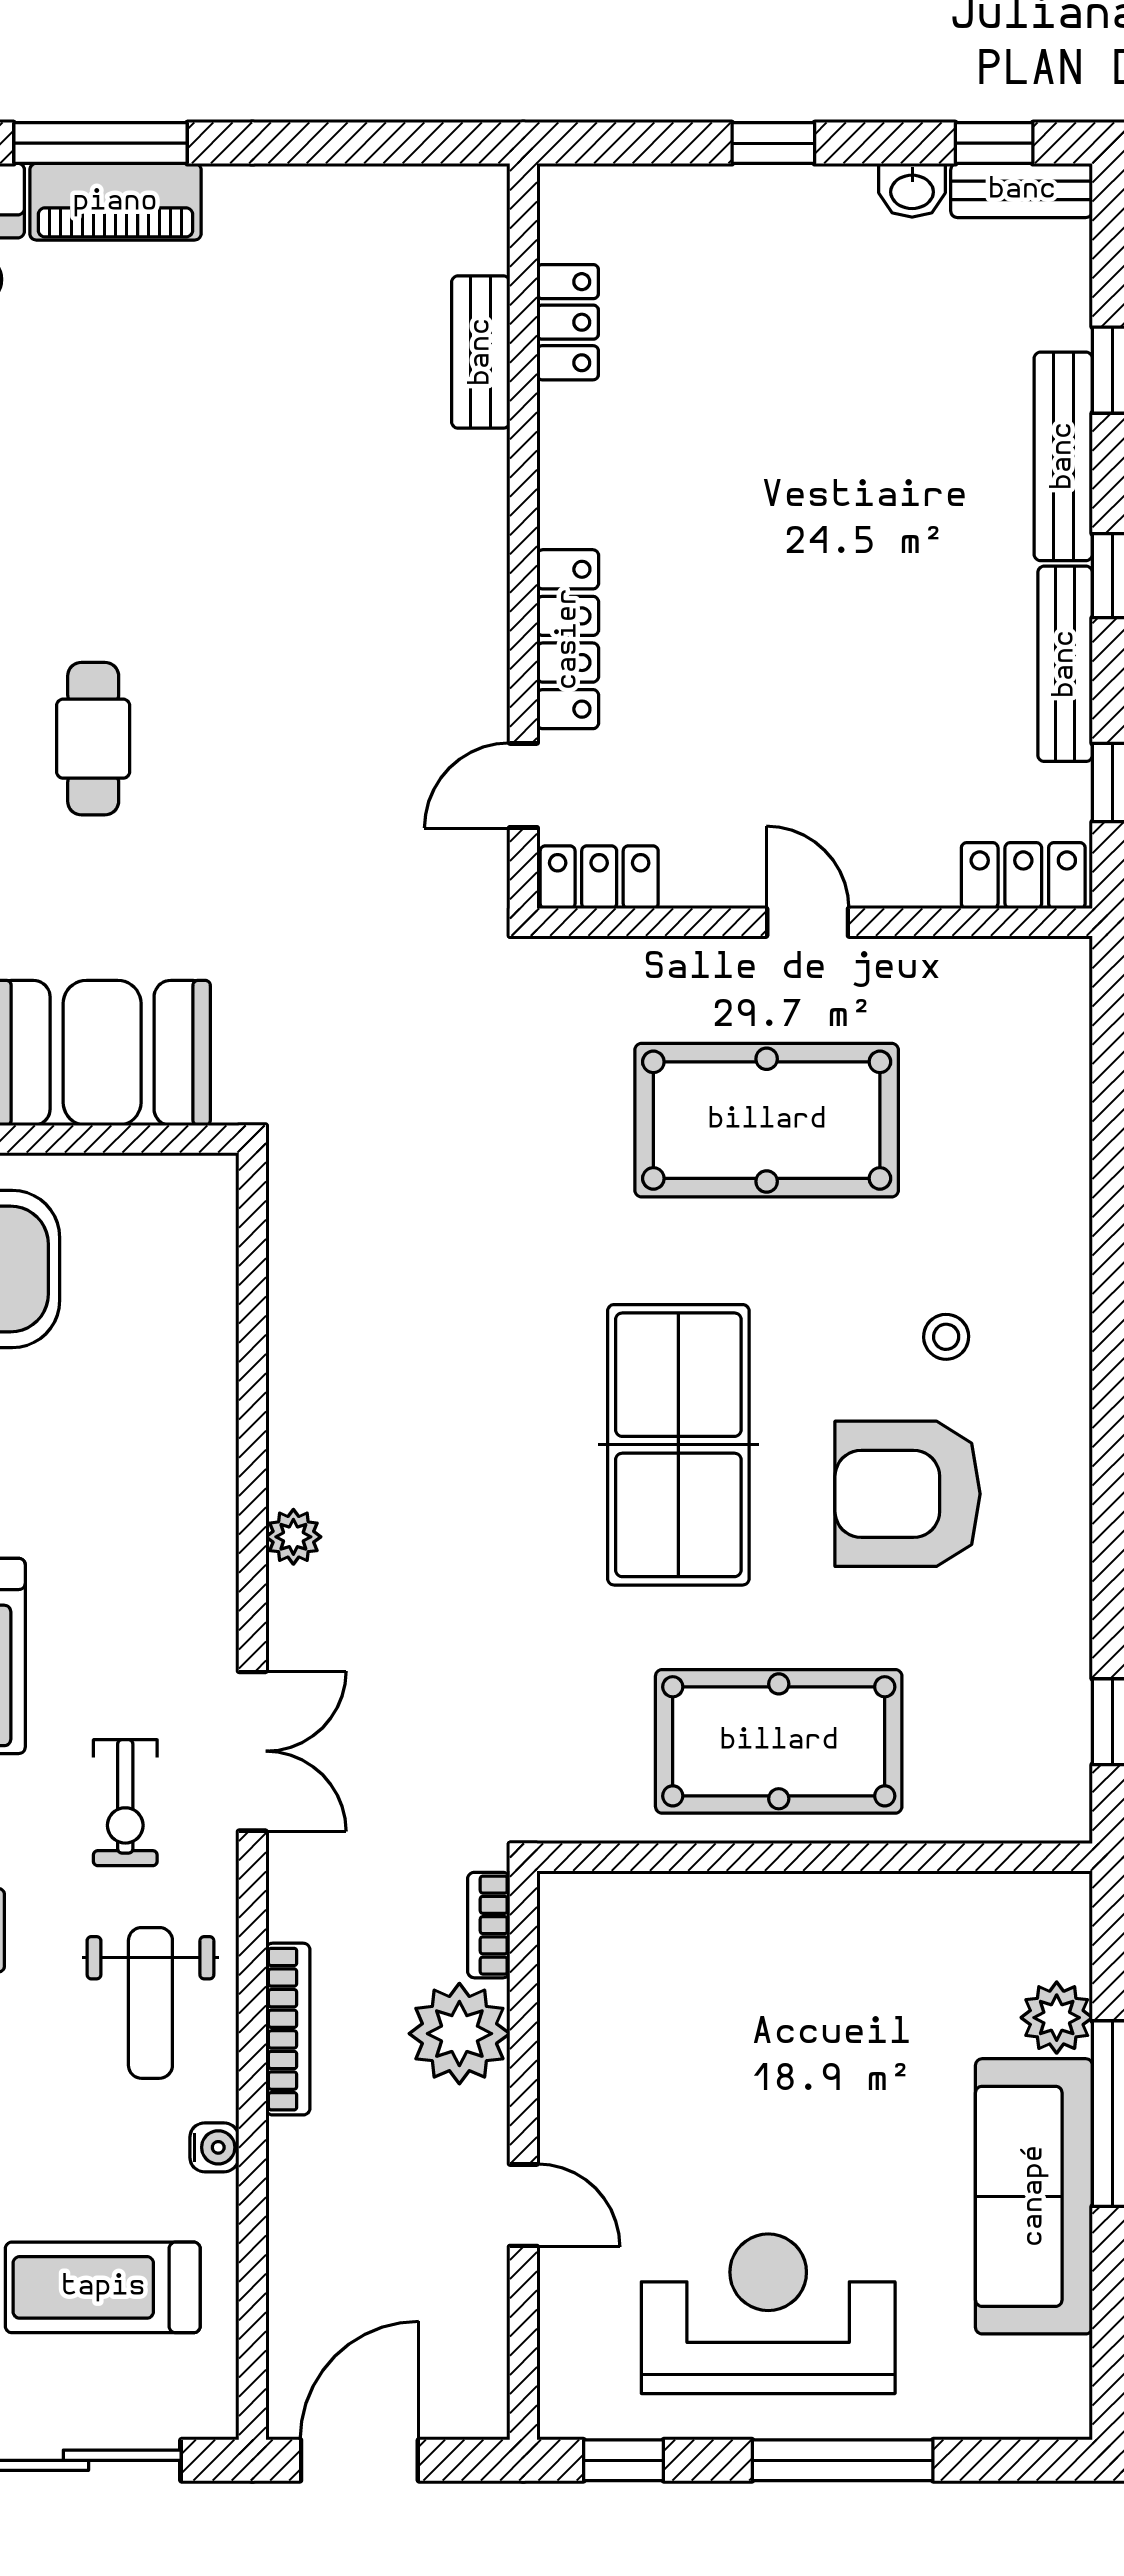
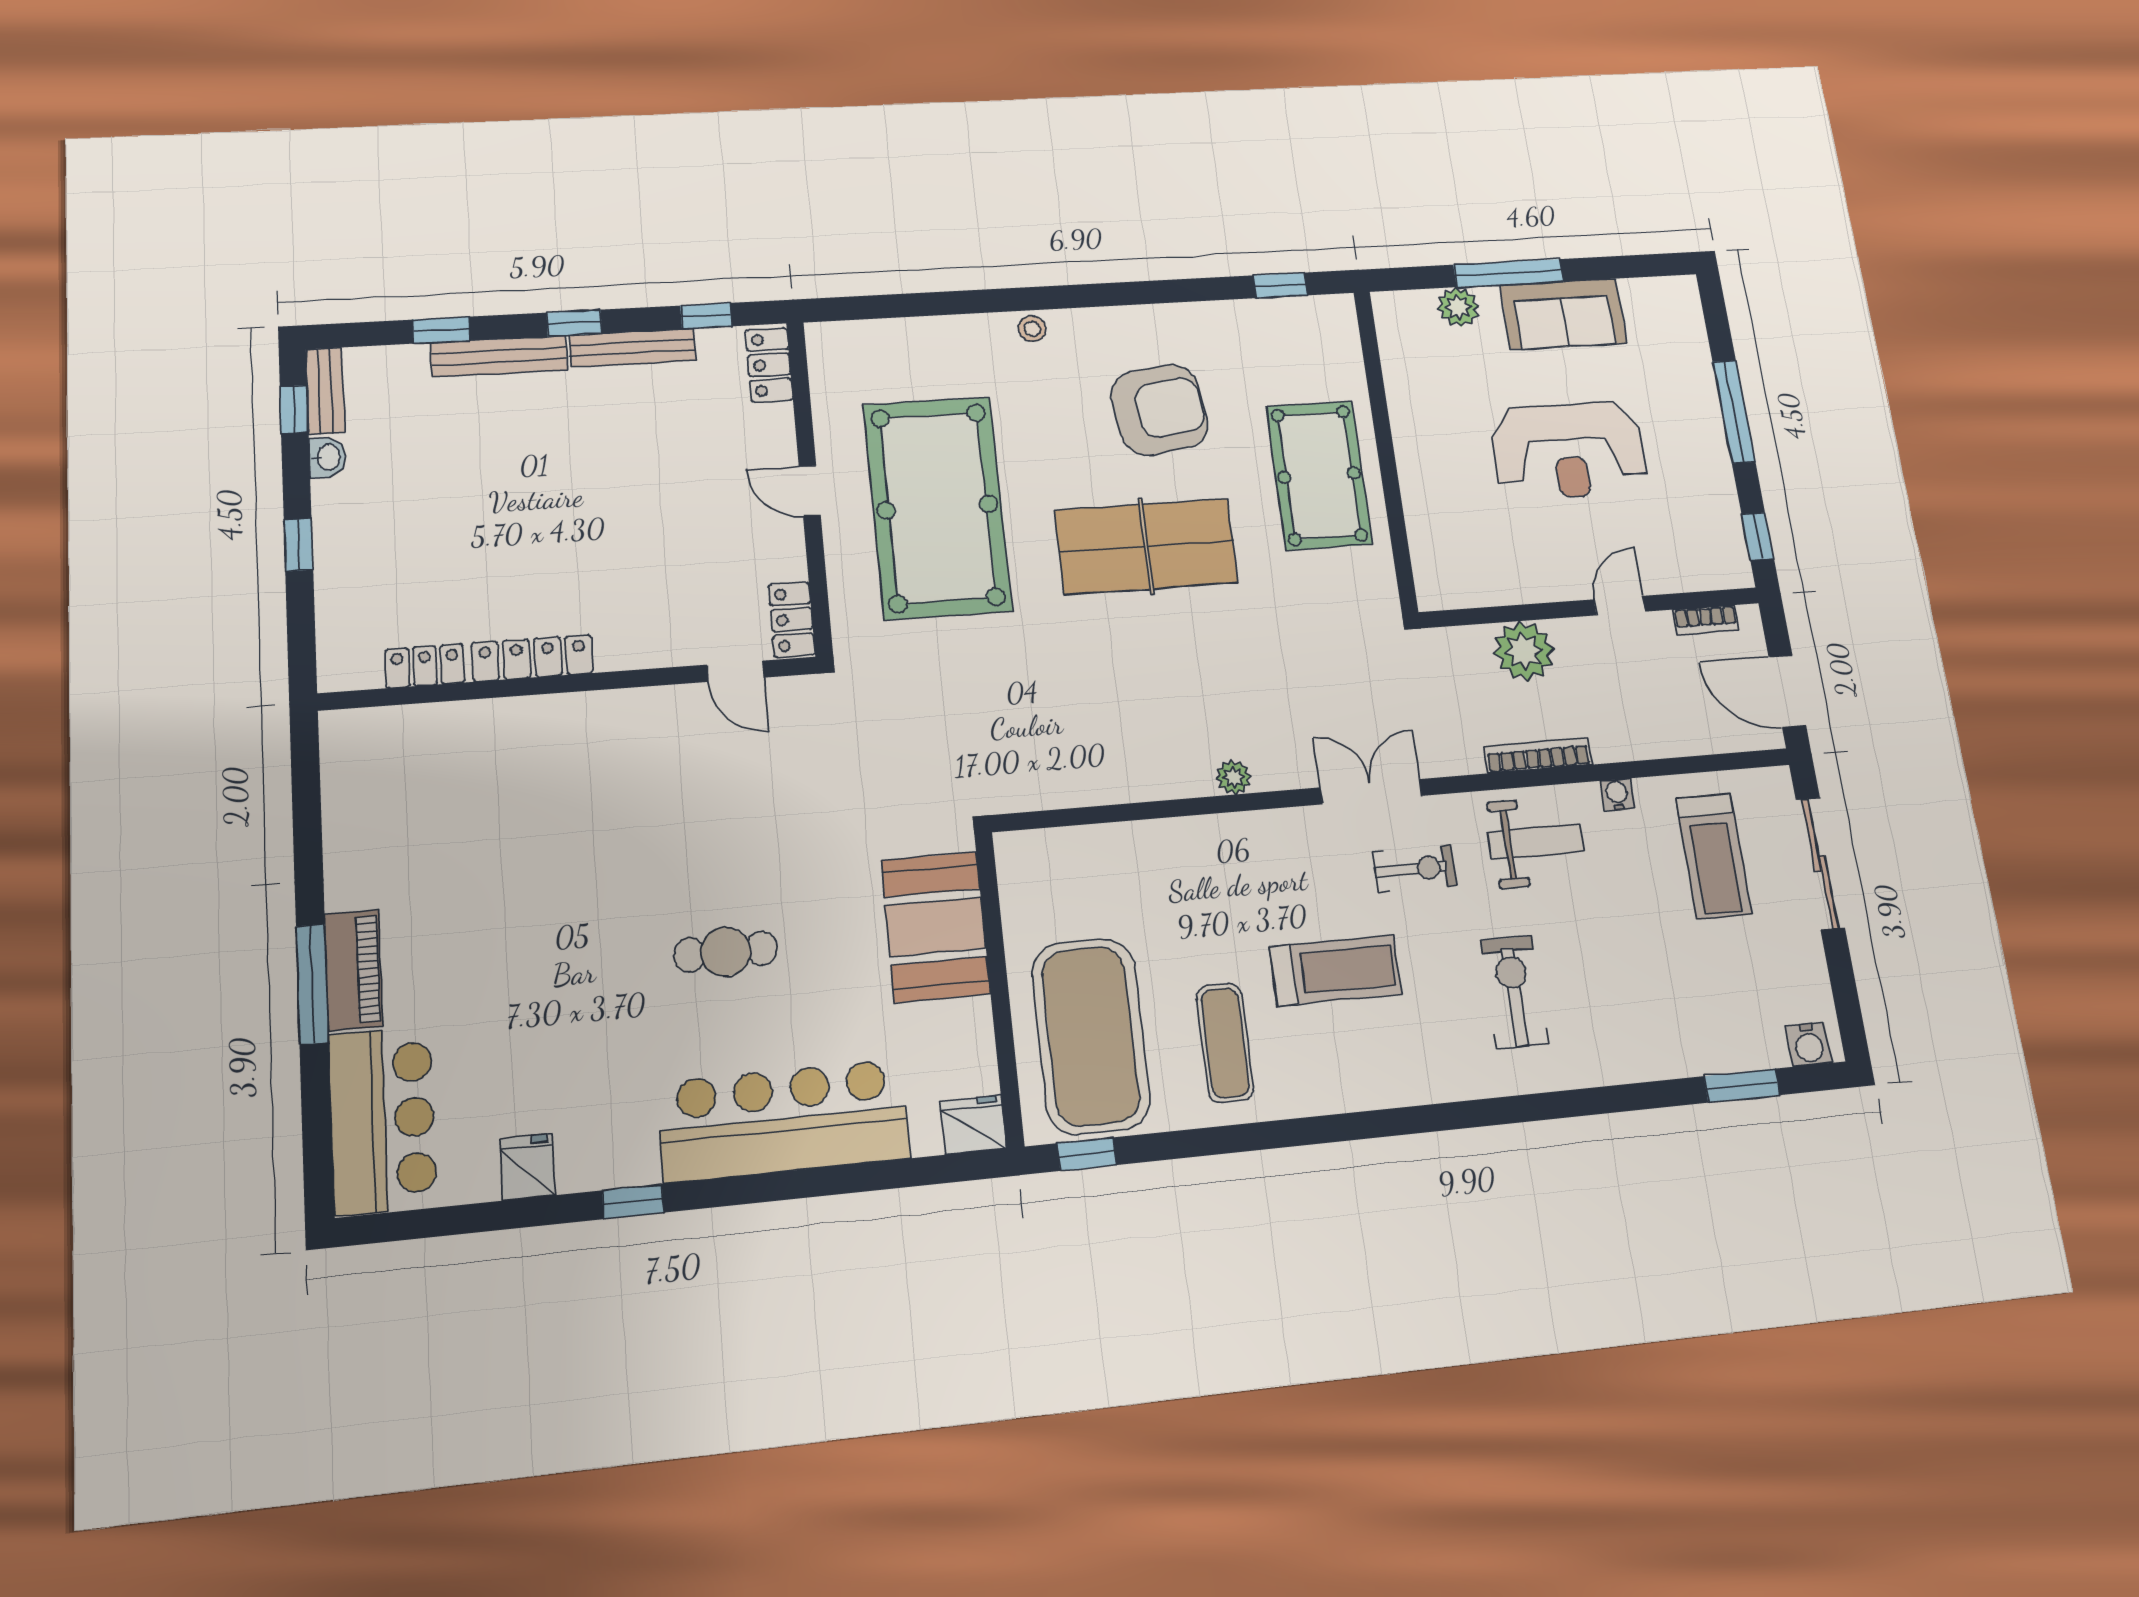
bench: (481, 352) -> (448, 720), removed
locker: (568, 639) -> (532, 658), moved
door: (808, 922) -> (810, 491), hinge flipped
pool table: (767, 1120) -> (938, 507), width x1.36, depth x1.32
stool: (946, 1337) -> (1032, 329), moved
armchair: (908, 1494) -> (1159, 410), turned -98
bookcase: (489, 1925) -> (1706, 620), moved
sofa: (1034, 2196) -> (1564, 314), width x0.73
reception desk: (768, 2314) -> (1569, 451), moved, turned -90

